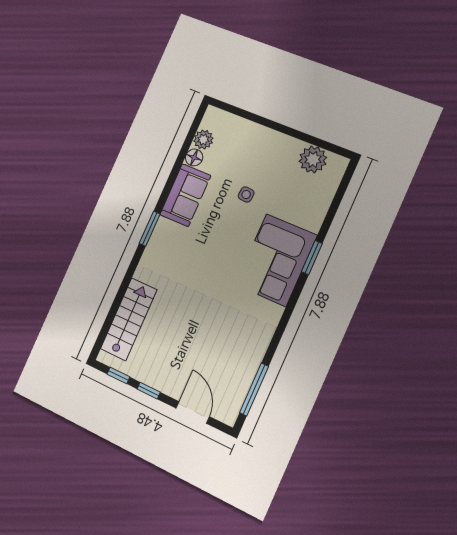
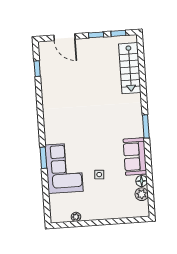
plant: (313, 159) -> (76, 217), width x0.53, depth x0.53
corner sofa: (276, 260) -> (64, 168), moved
window: (254, 389) -> (37, 69), width x0.46

